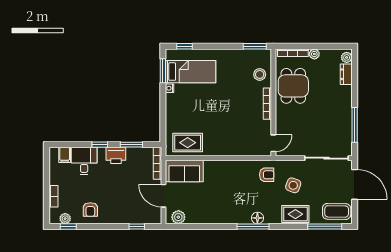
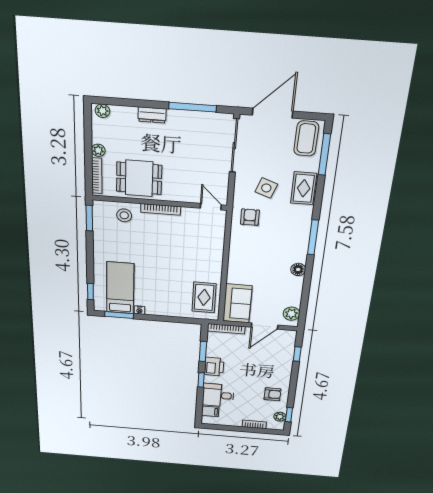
dresser: (346, 74) -> (152, 115), moved
floor lamp: (257, 218) -> (298, 269), moved

